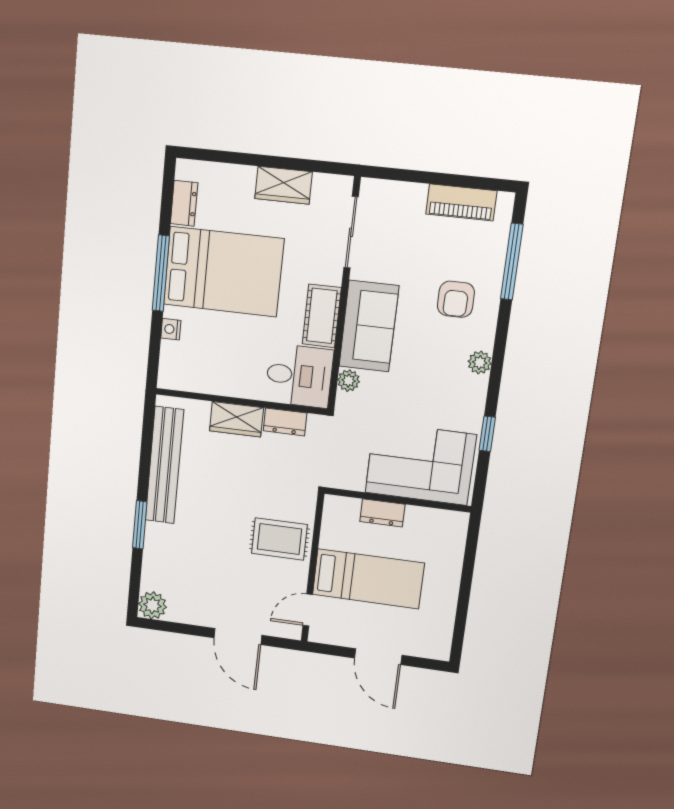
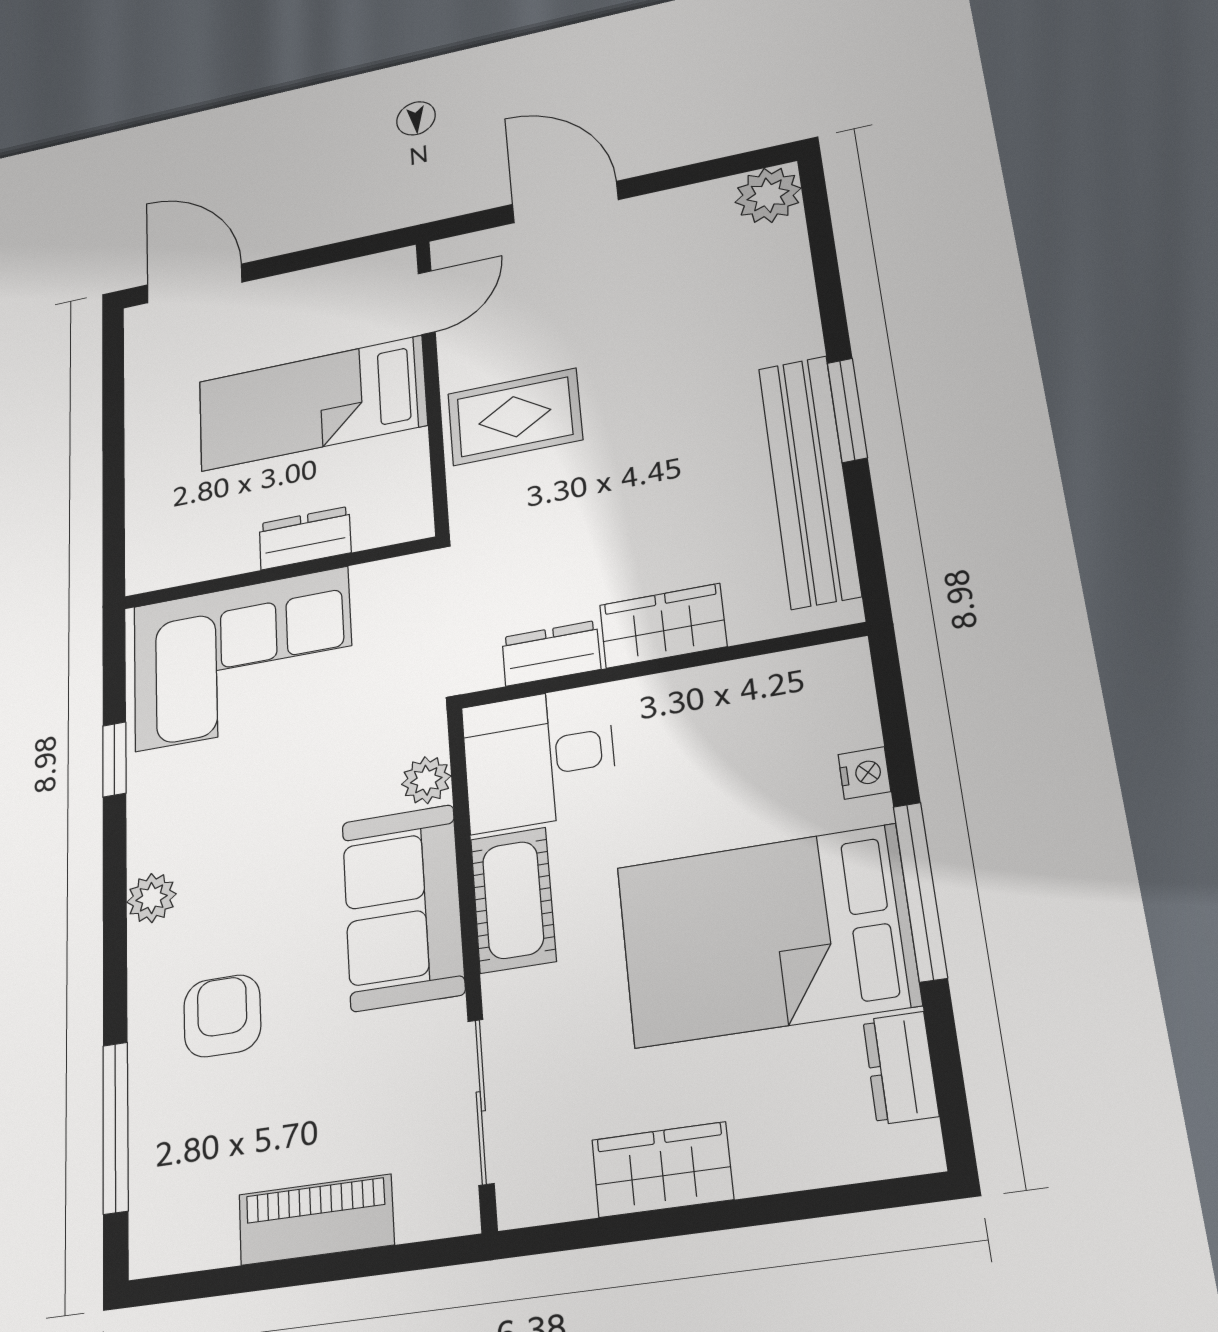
piano: (461, 202) -> (316, 1220), moved
window: (140, 525) -> (847, 410), moved
door: (378, 657) -> (194, 284), moved

